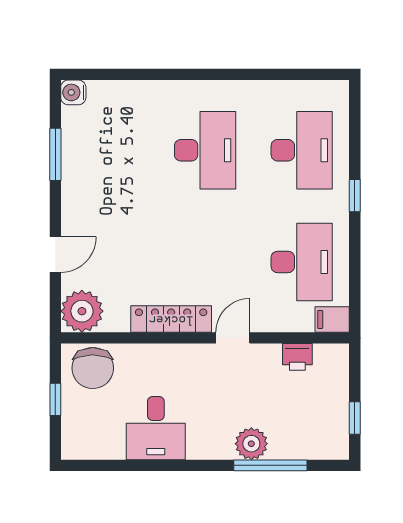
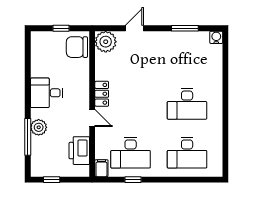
window: (355, 196) -> (133, 180), moved
door: (55, 255) -> (134, 28), swing flipped
locker: (171, 319) -> (102, 94), width x0.66
printer: (297, 357) -> (79, 151), width x1.87, depth x1.48
desk: (156, 428) -> (47, 93), moved

